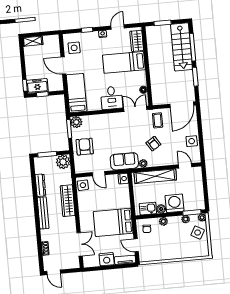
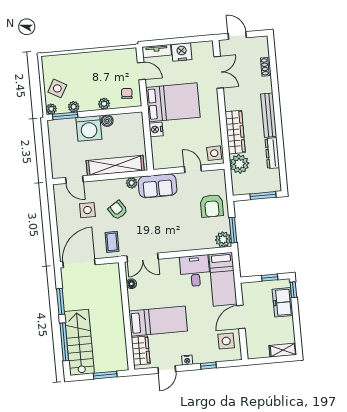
door: (63, 65) -> (241, 317), swing flipped
freezer: (37, 86) -> (283, 302), moved, turned 90
desk: (112, 98) -> (195, 271), moved
side table: (192, 141) -> (87, 210), moved
plant: (63, 162) -> (239, 164), moved
nightstand: (123, 179) -> (156, 129), moved
kitchen sink: (148, 209) -> (125, 121), removed
double door: (80, 244) -> (219, 72), swing flipped
door: (54, 272) -> (237, 36), moved

